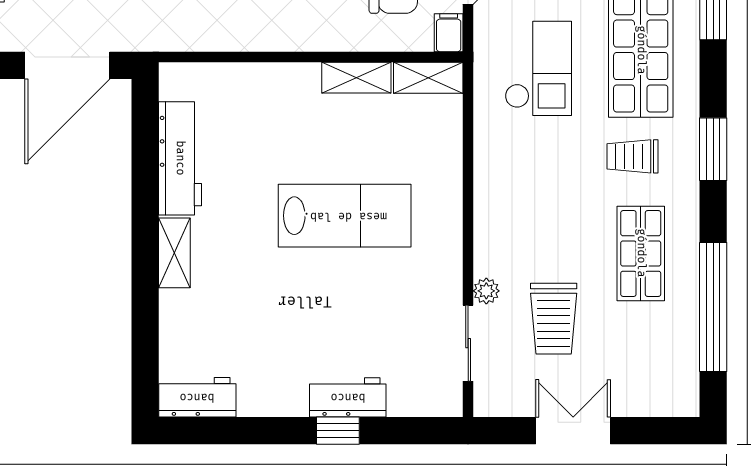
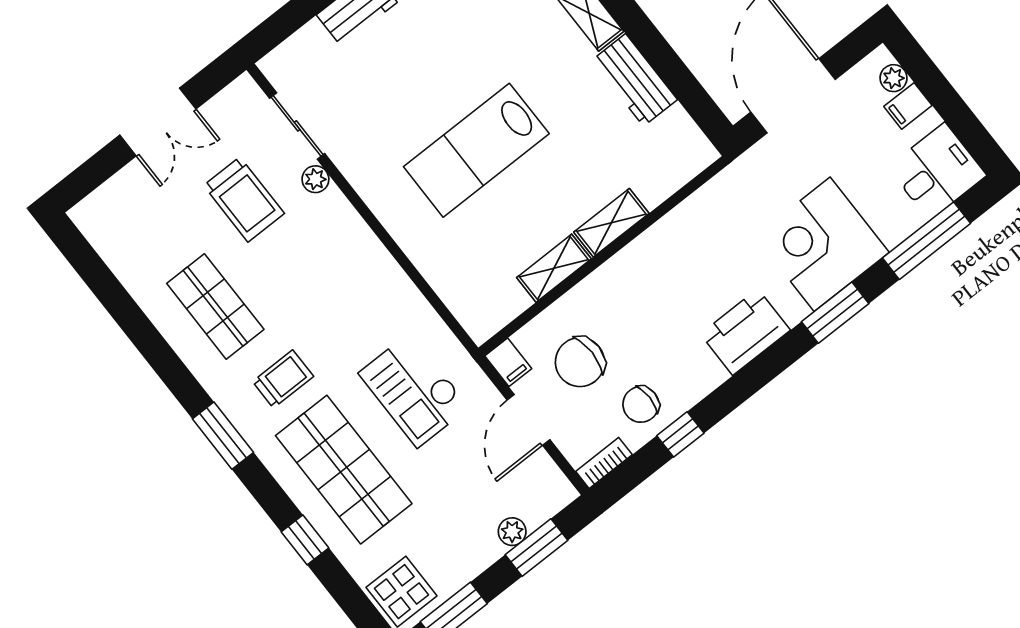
shelving: (428, 78) -> (611, 223), moved
workbench: (180, 158) -> (635, 80), width x0.73
window: (713, 307) -> (123, 309), removed
trolley: (554, 319) -> (244, 199), turned 180

